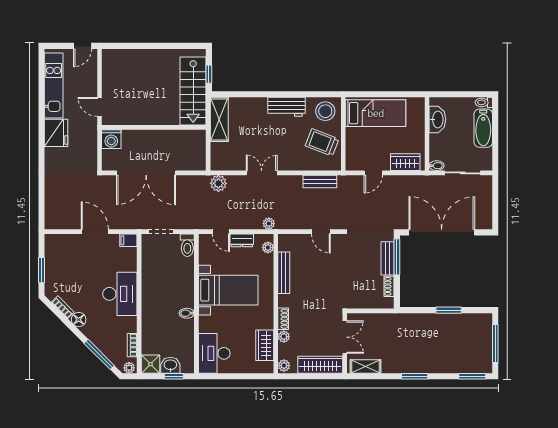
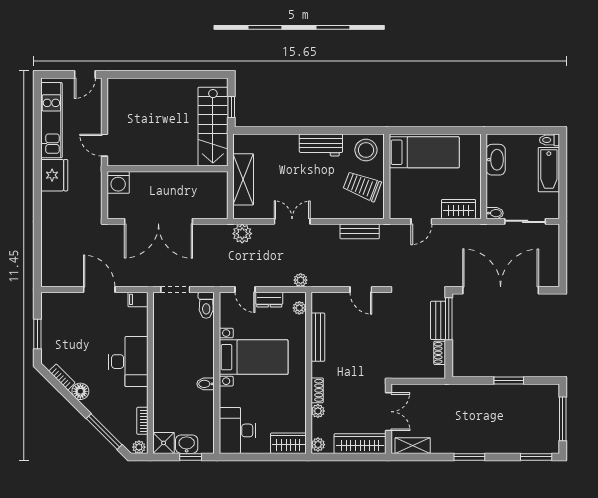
shelving: (219, 119) -> (243, 179), moved
wardrobe: (265, 345) -> (288, 443), moved, turned 90

